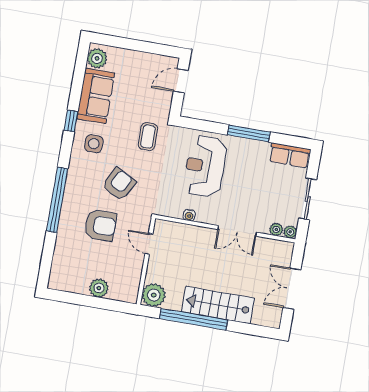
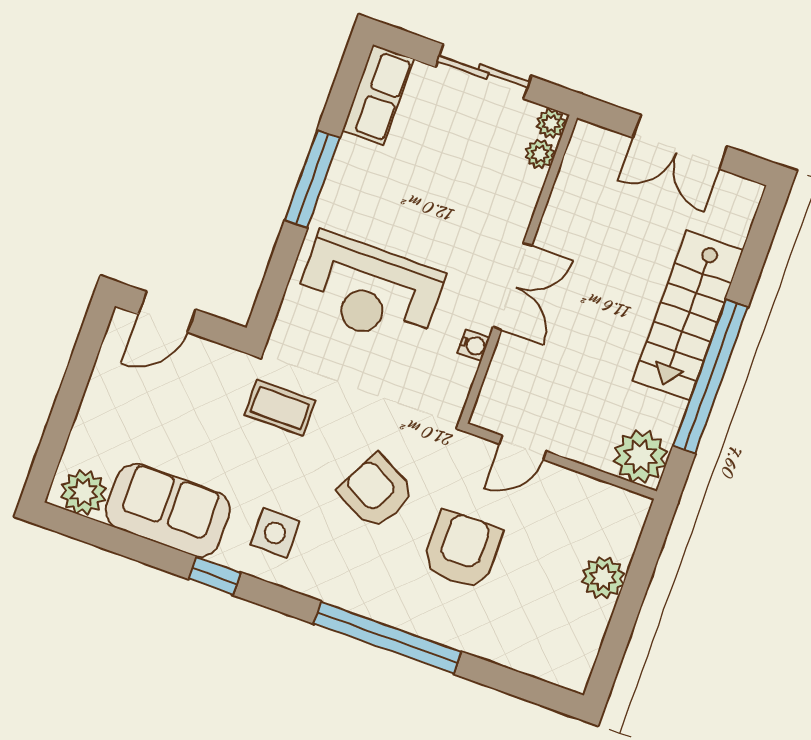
door: (181, 81) -> (167, 312), hinge flipped
double door: (237, 231) -> (512, 286), moved

